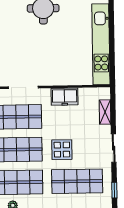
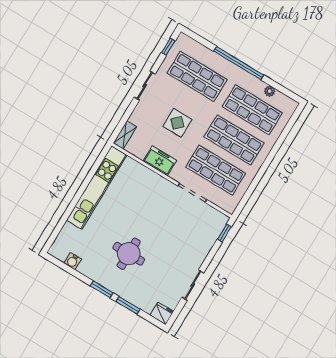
shelving: (105, 112) -> (125, 135), moved
display table: (62, 150) -> (177, 123), moved

